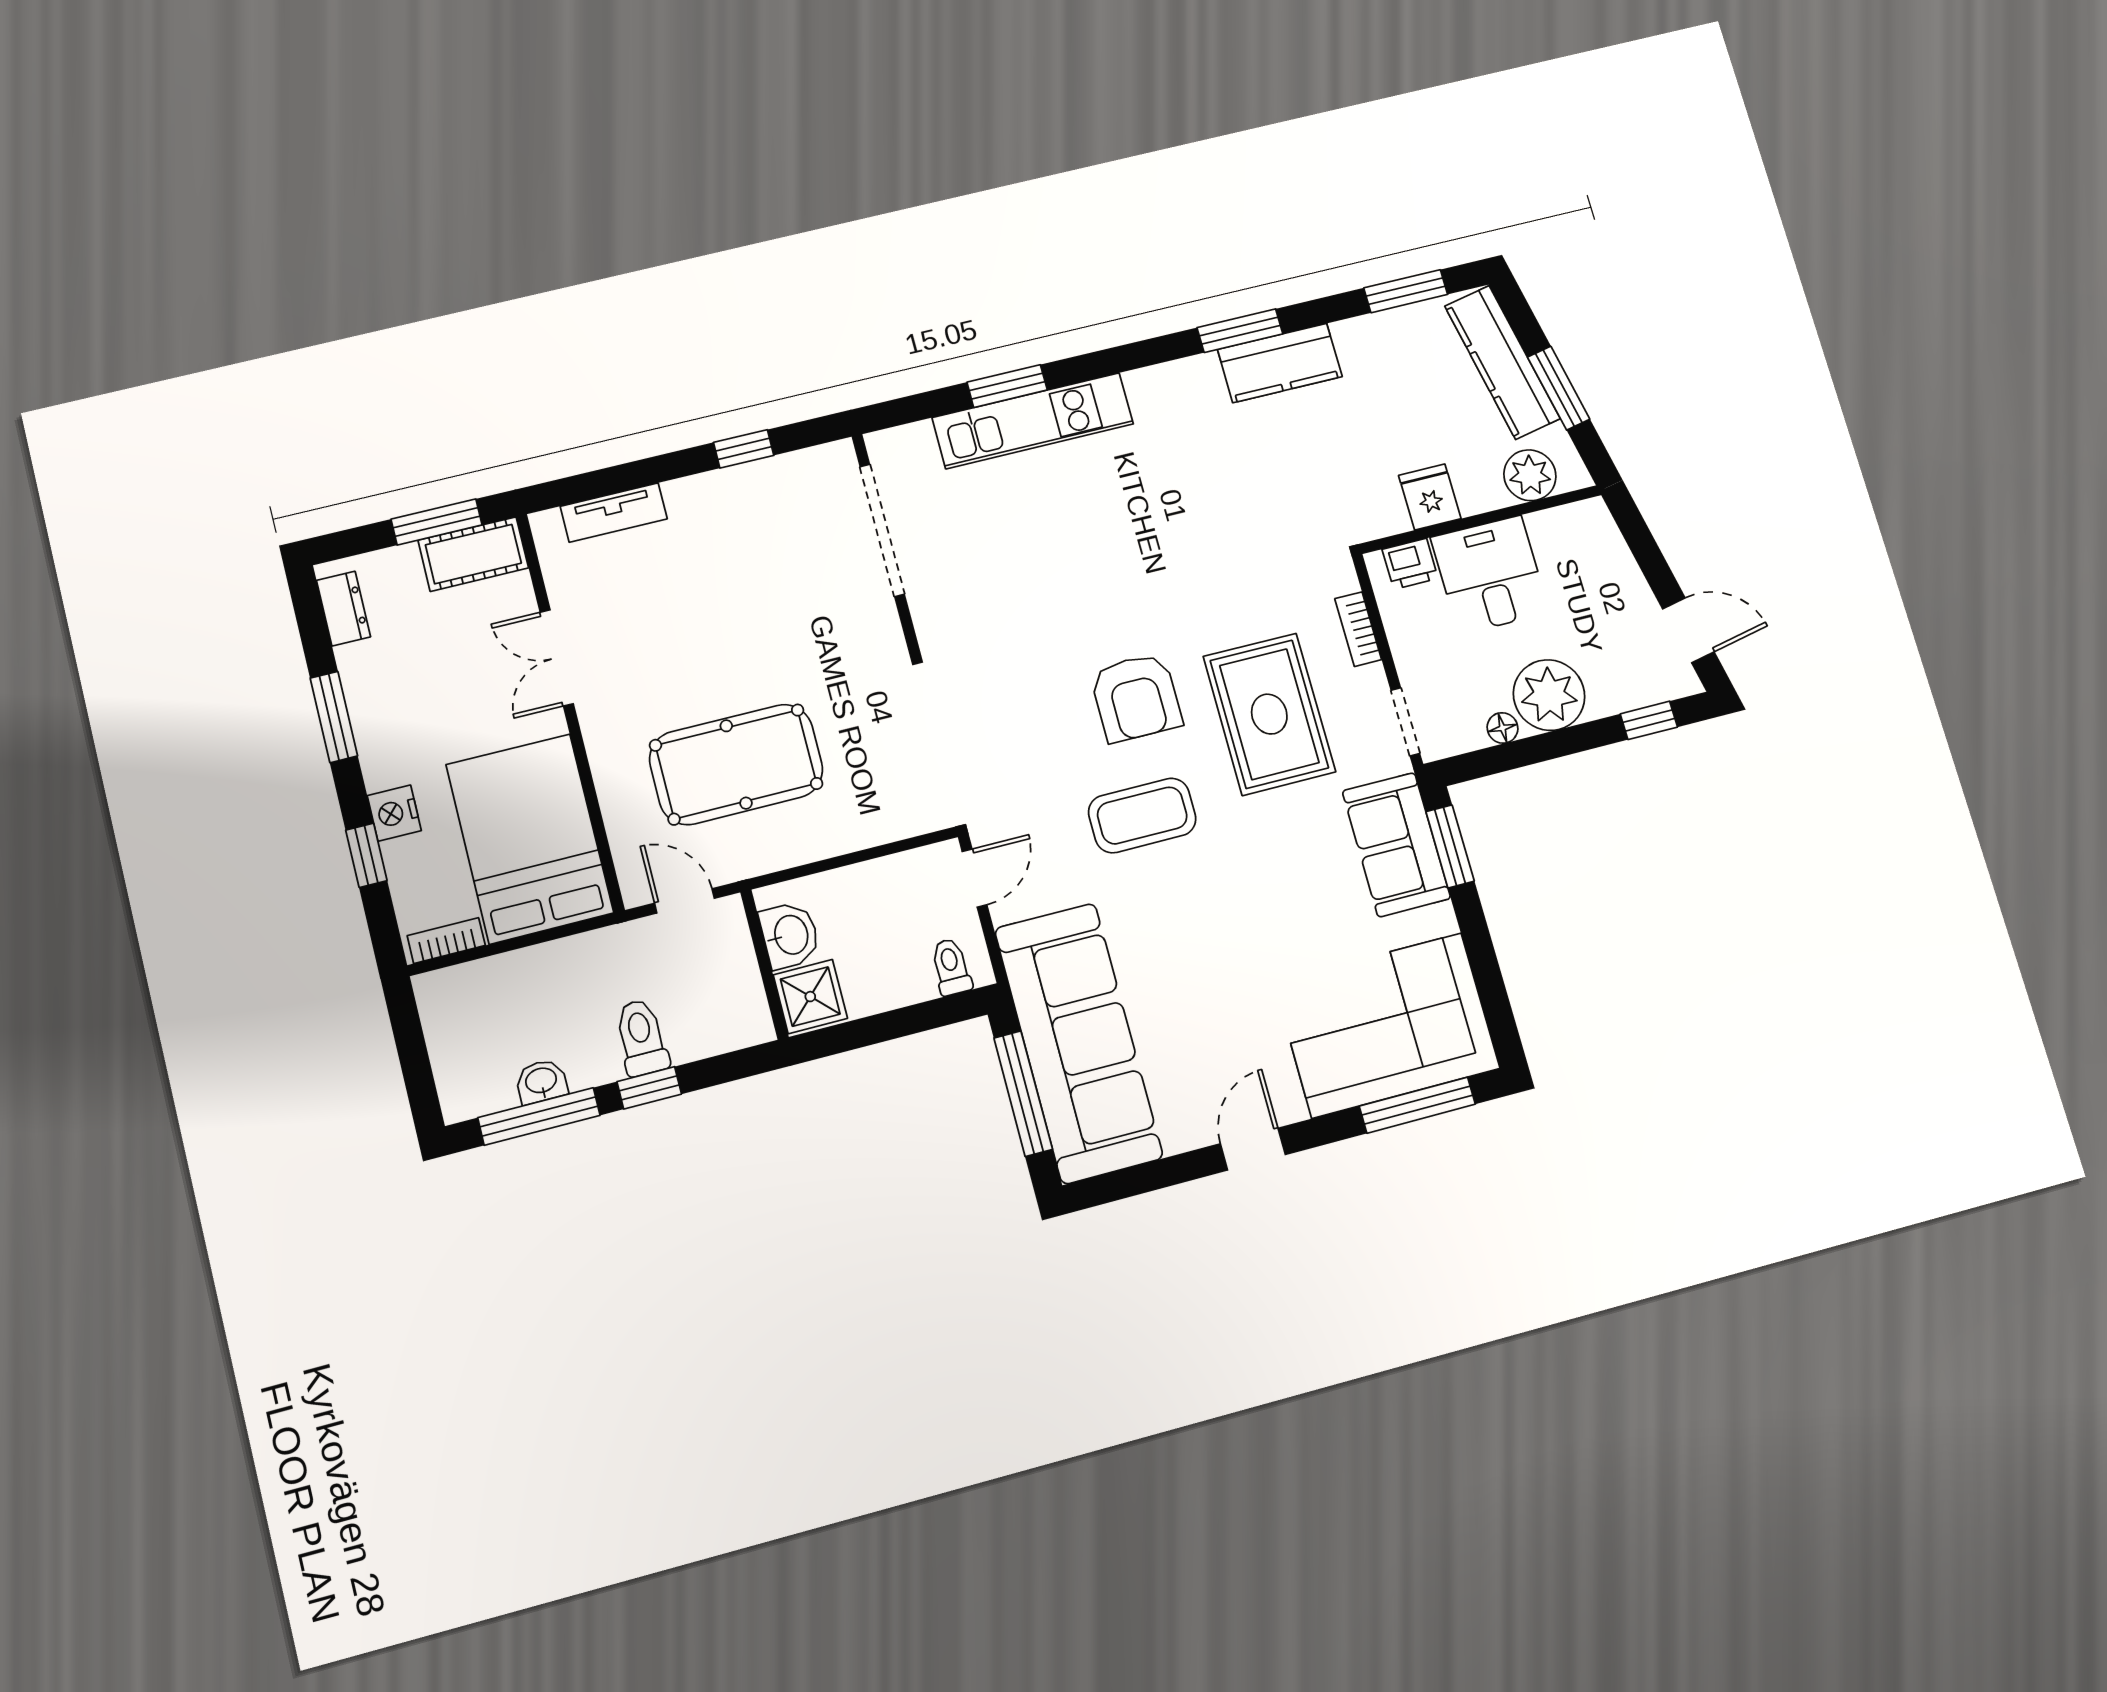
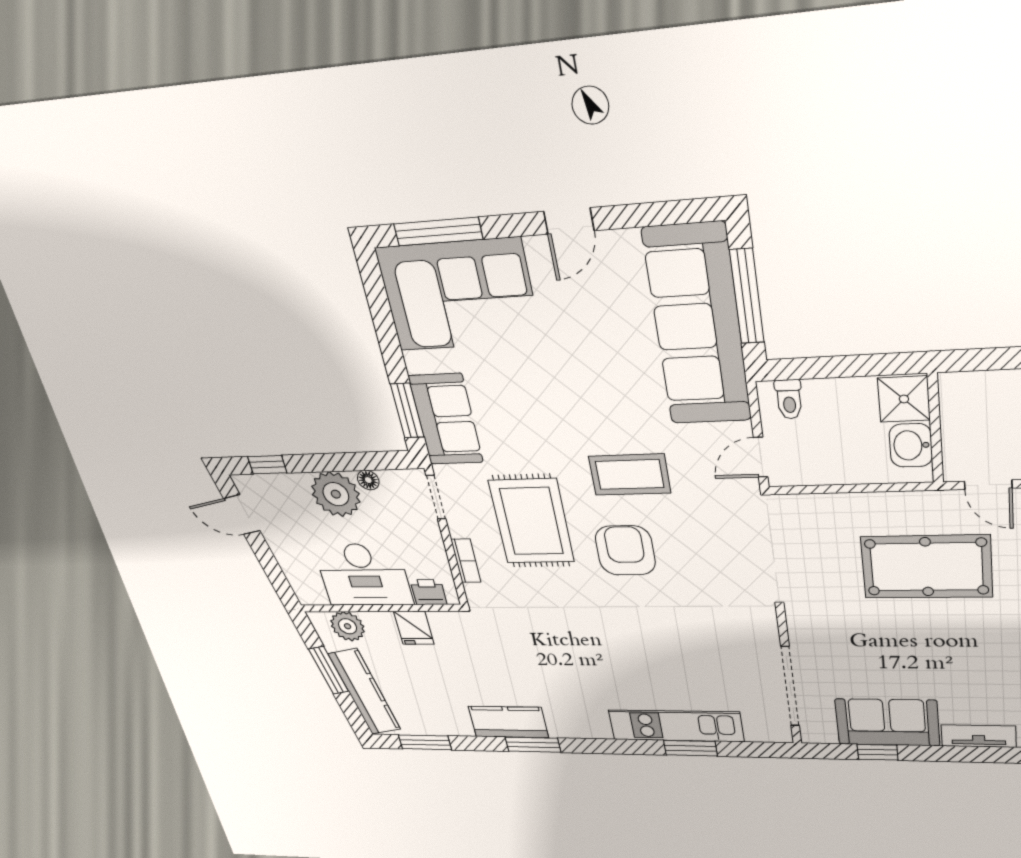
sofa: (740, 504) -> (887, 722), added
desk: (1490, 575) -> (363, 575), width x1.37

